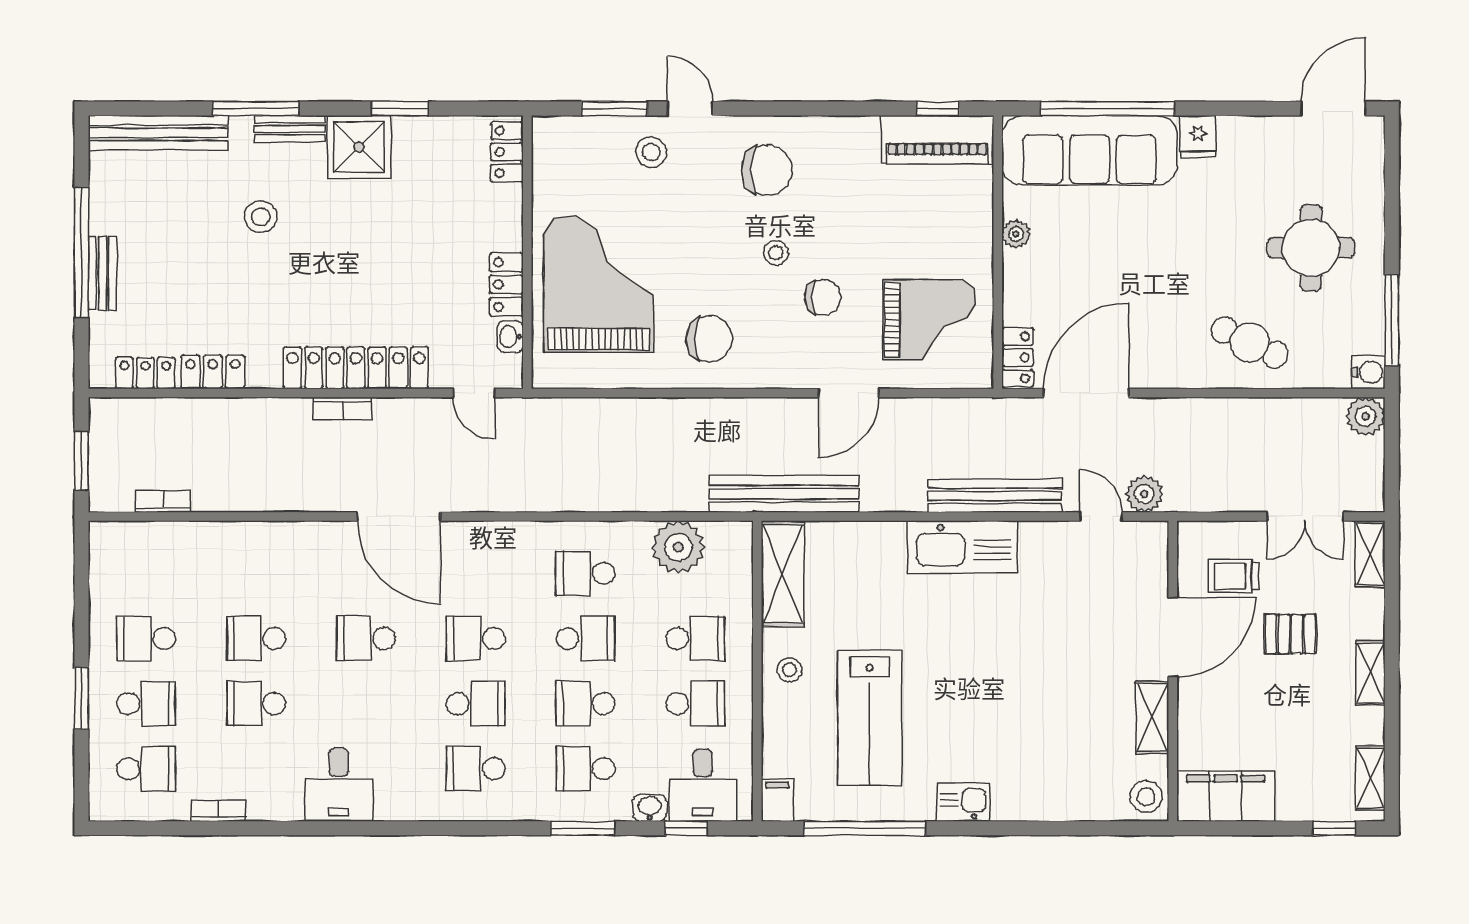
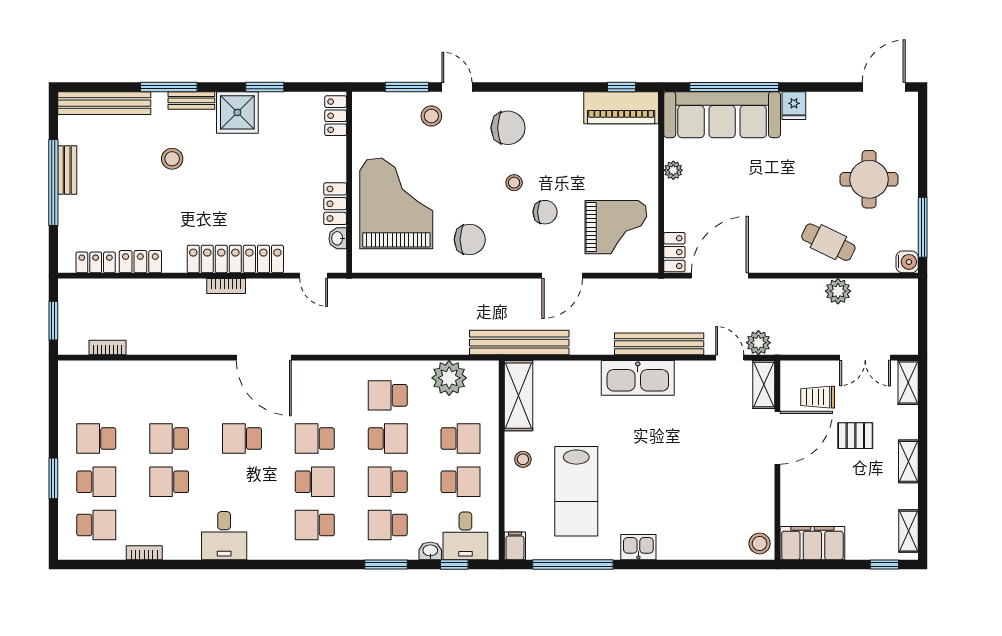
bench: (102, 273) -> (67, 170), moved
plant: (1366, 416) -> (838, 291), moved
shelving: (1152, 717) -> (764, 384), moved

